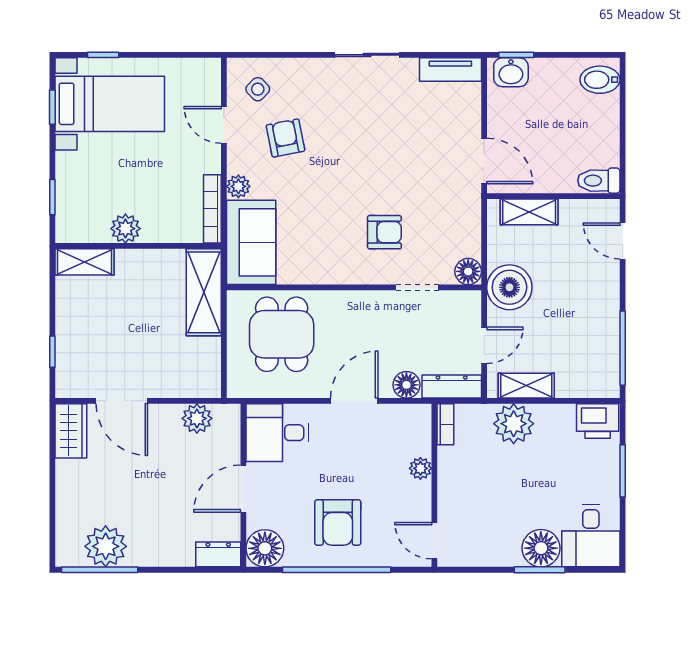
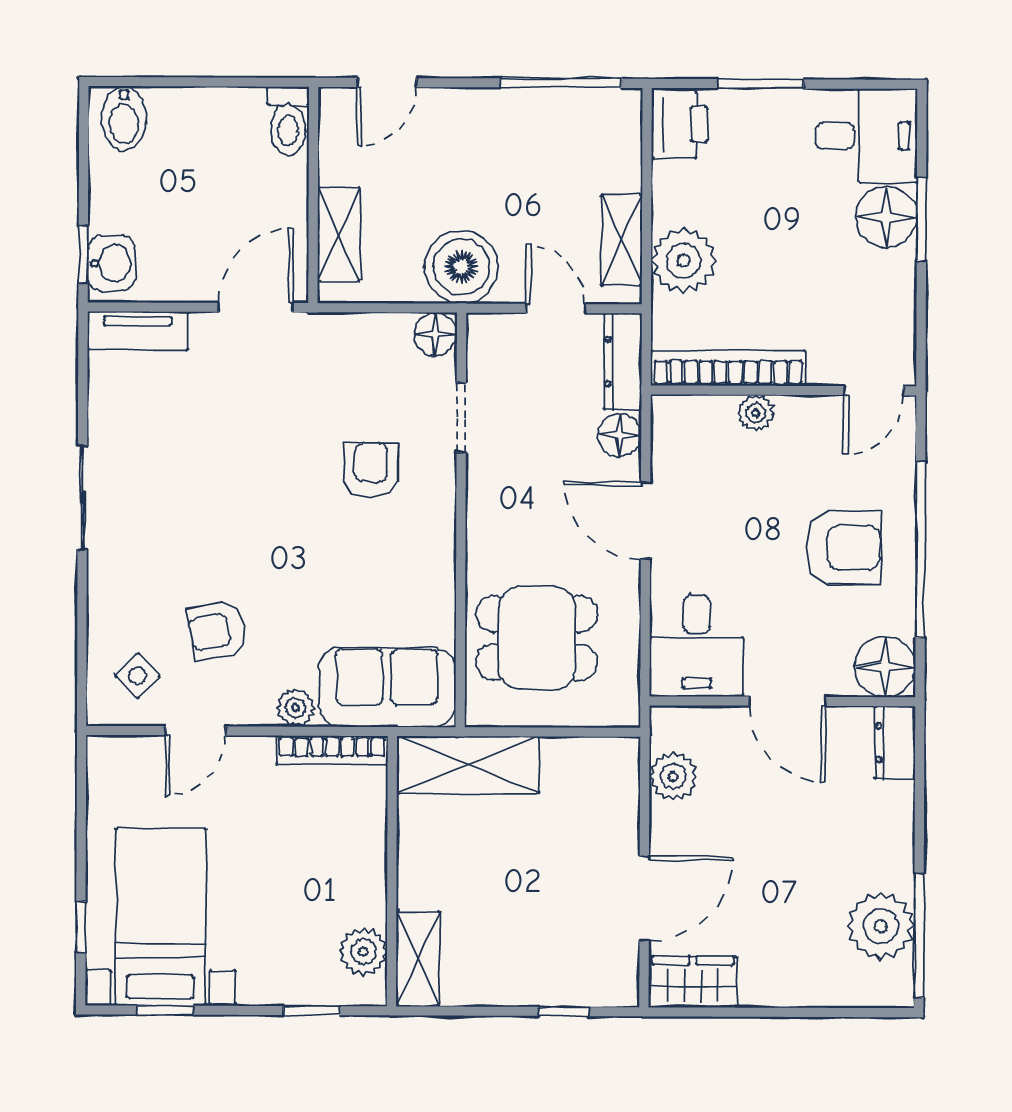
tv unit: (450, 70) -> (138, 331), moved, turned 90
plant: (125, 229) -> (363, 952), moved
bookcase: (445, 424) -> (728, 368), width x2.31, depth x1.31

